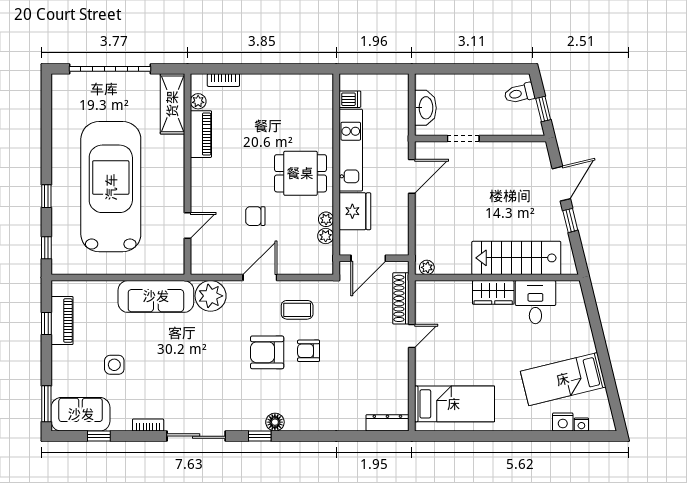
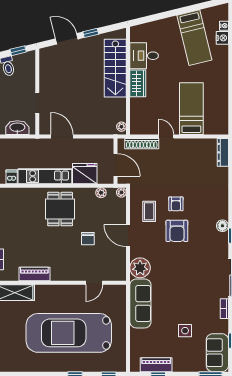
plant: (198, 101) -> (13, 276), removed
plant: (326, 219) -> (121, 192), moved
door: (187, 226) -> (94, 283), swing flipped
bed: (454, 404) -> (191, 109), moved

